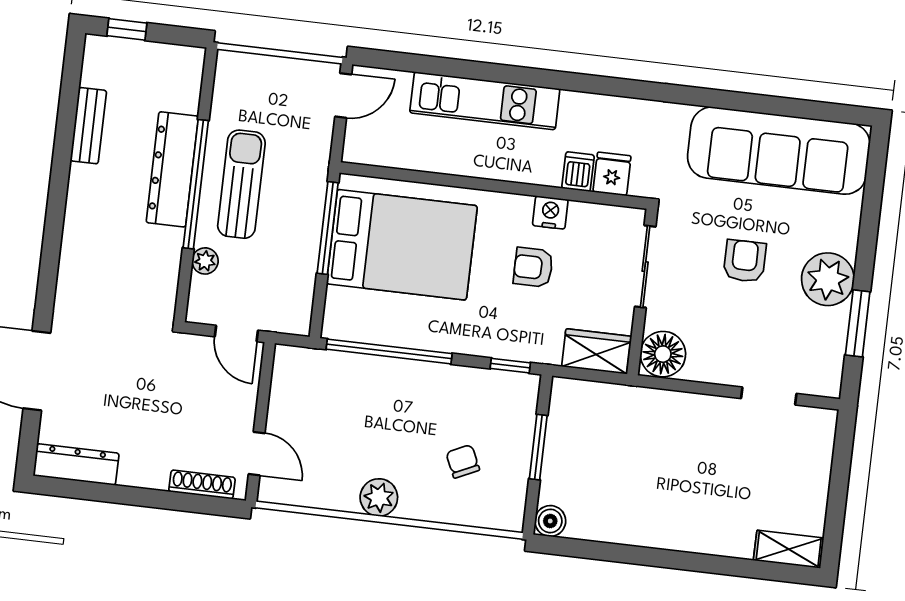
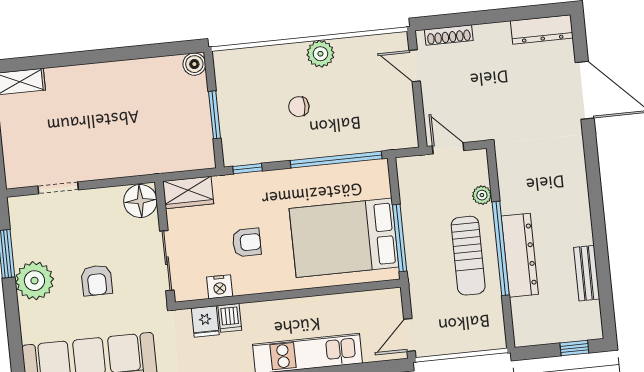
nightstand: (550, 212) -> (220, 287), moved
chair: (463, 461) -> (299, 107), moved, turned 115

